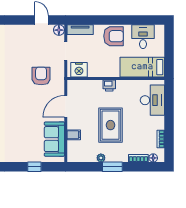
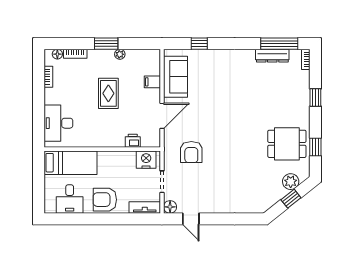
printer: (109, 85) -> (133, 141), moved
rug: (111, 125) -> (108, 93), width x0.73, depth x0.70

